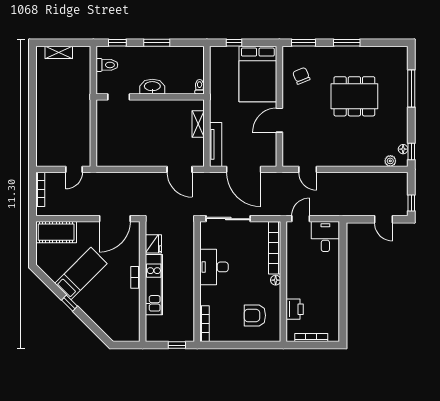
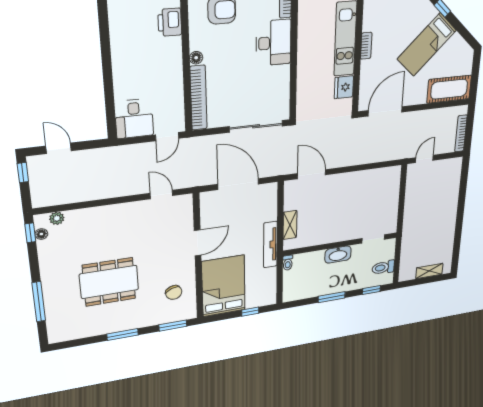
tv unit: (216, 144) -> (270, 245), moved
desk: (214, 267) -> (273, 43), moved

